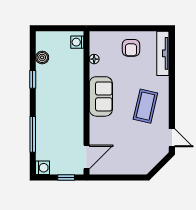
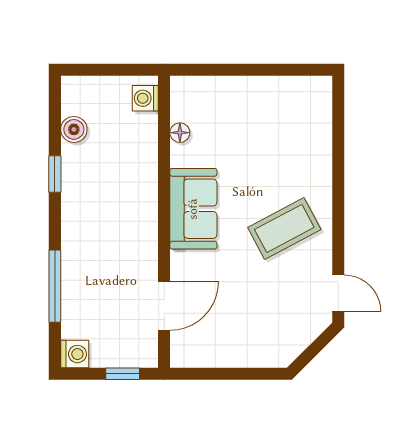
armchair: (131, 48) -> (255, 110), removed
tv unit: (163, 53) -> (320, 121), removed
coffee table: (145, 106) -> (284, 228), turned 49
door: (86, 157) -> (164, 306), moved

